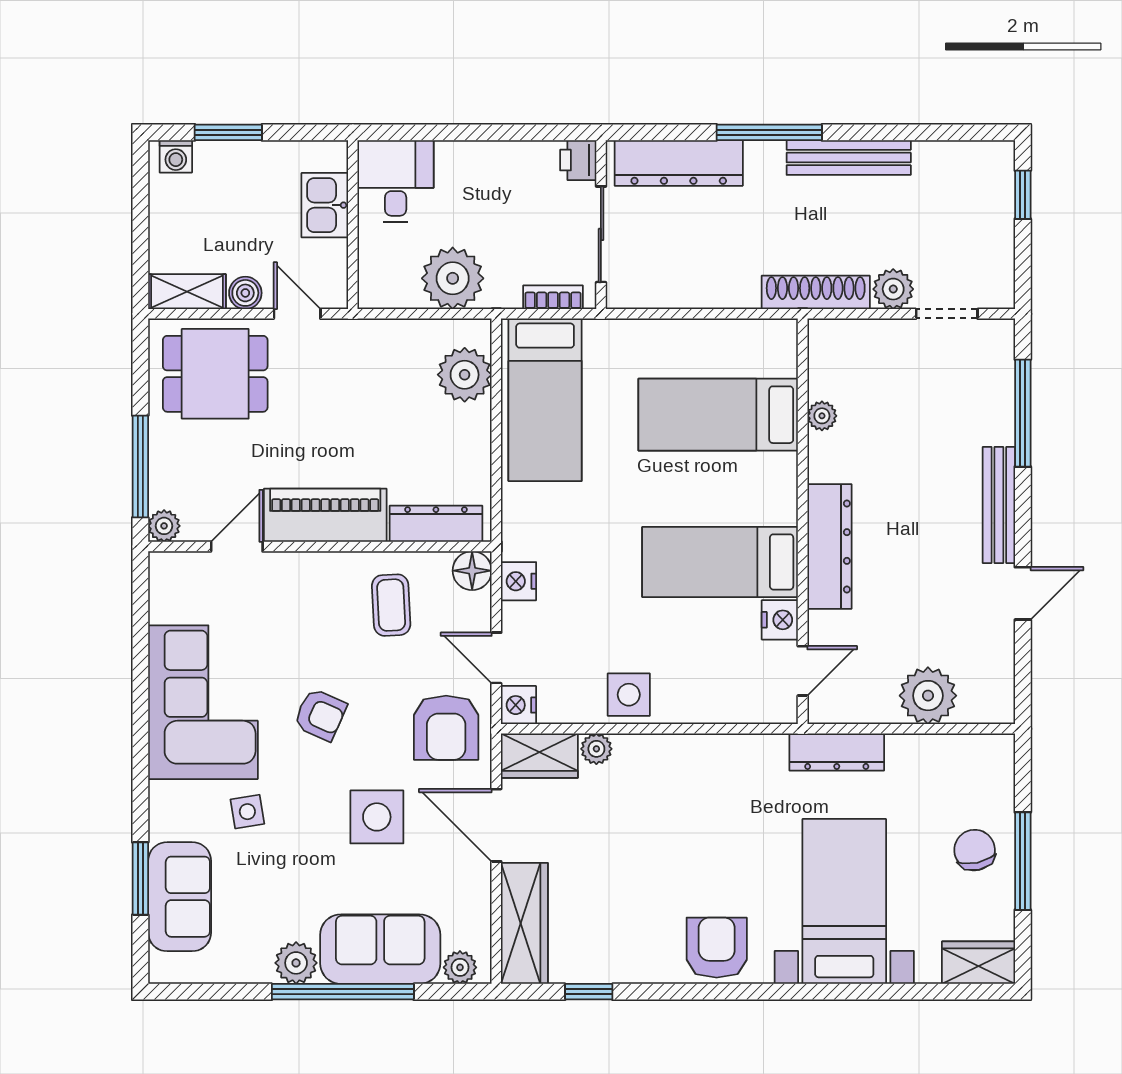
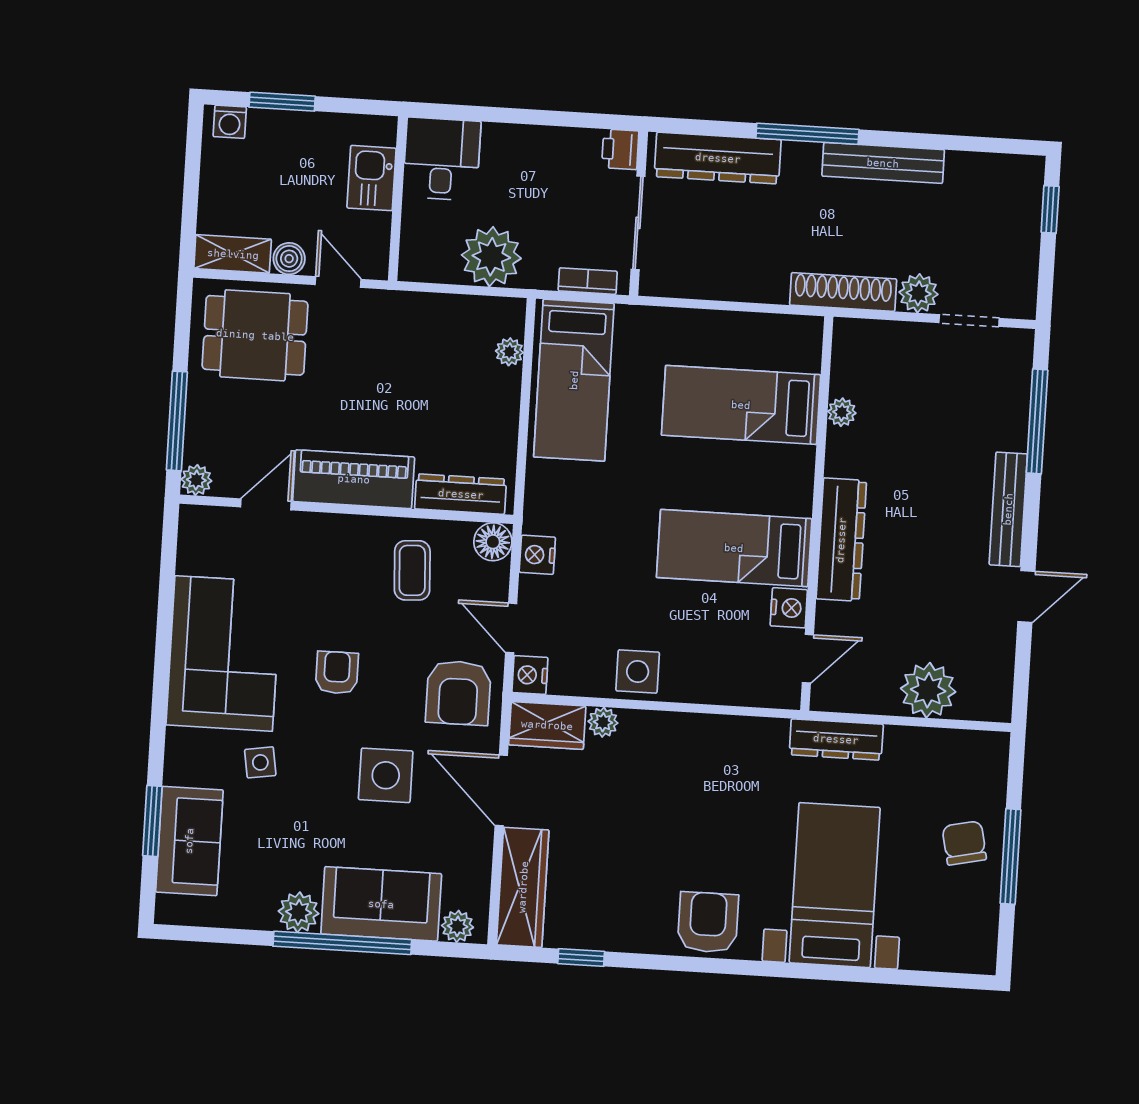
plant: (465, 375) -> (509, 352), width x0.53, depth x0.53
armchair: (320, 715) -> (337, 673), turned -114
wardrobe: (979, 963) -> (961, 953), removed

